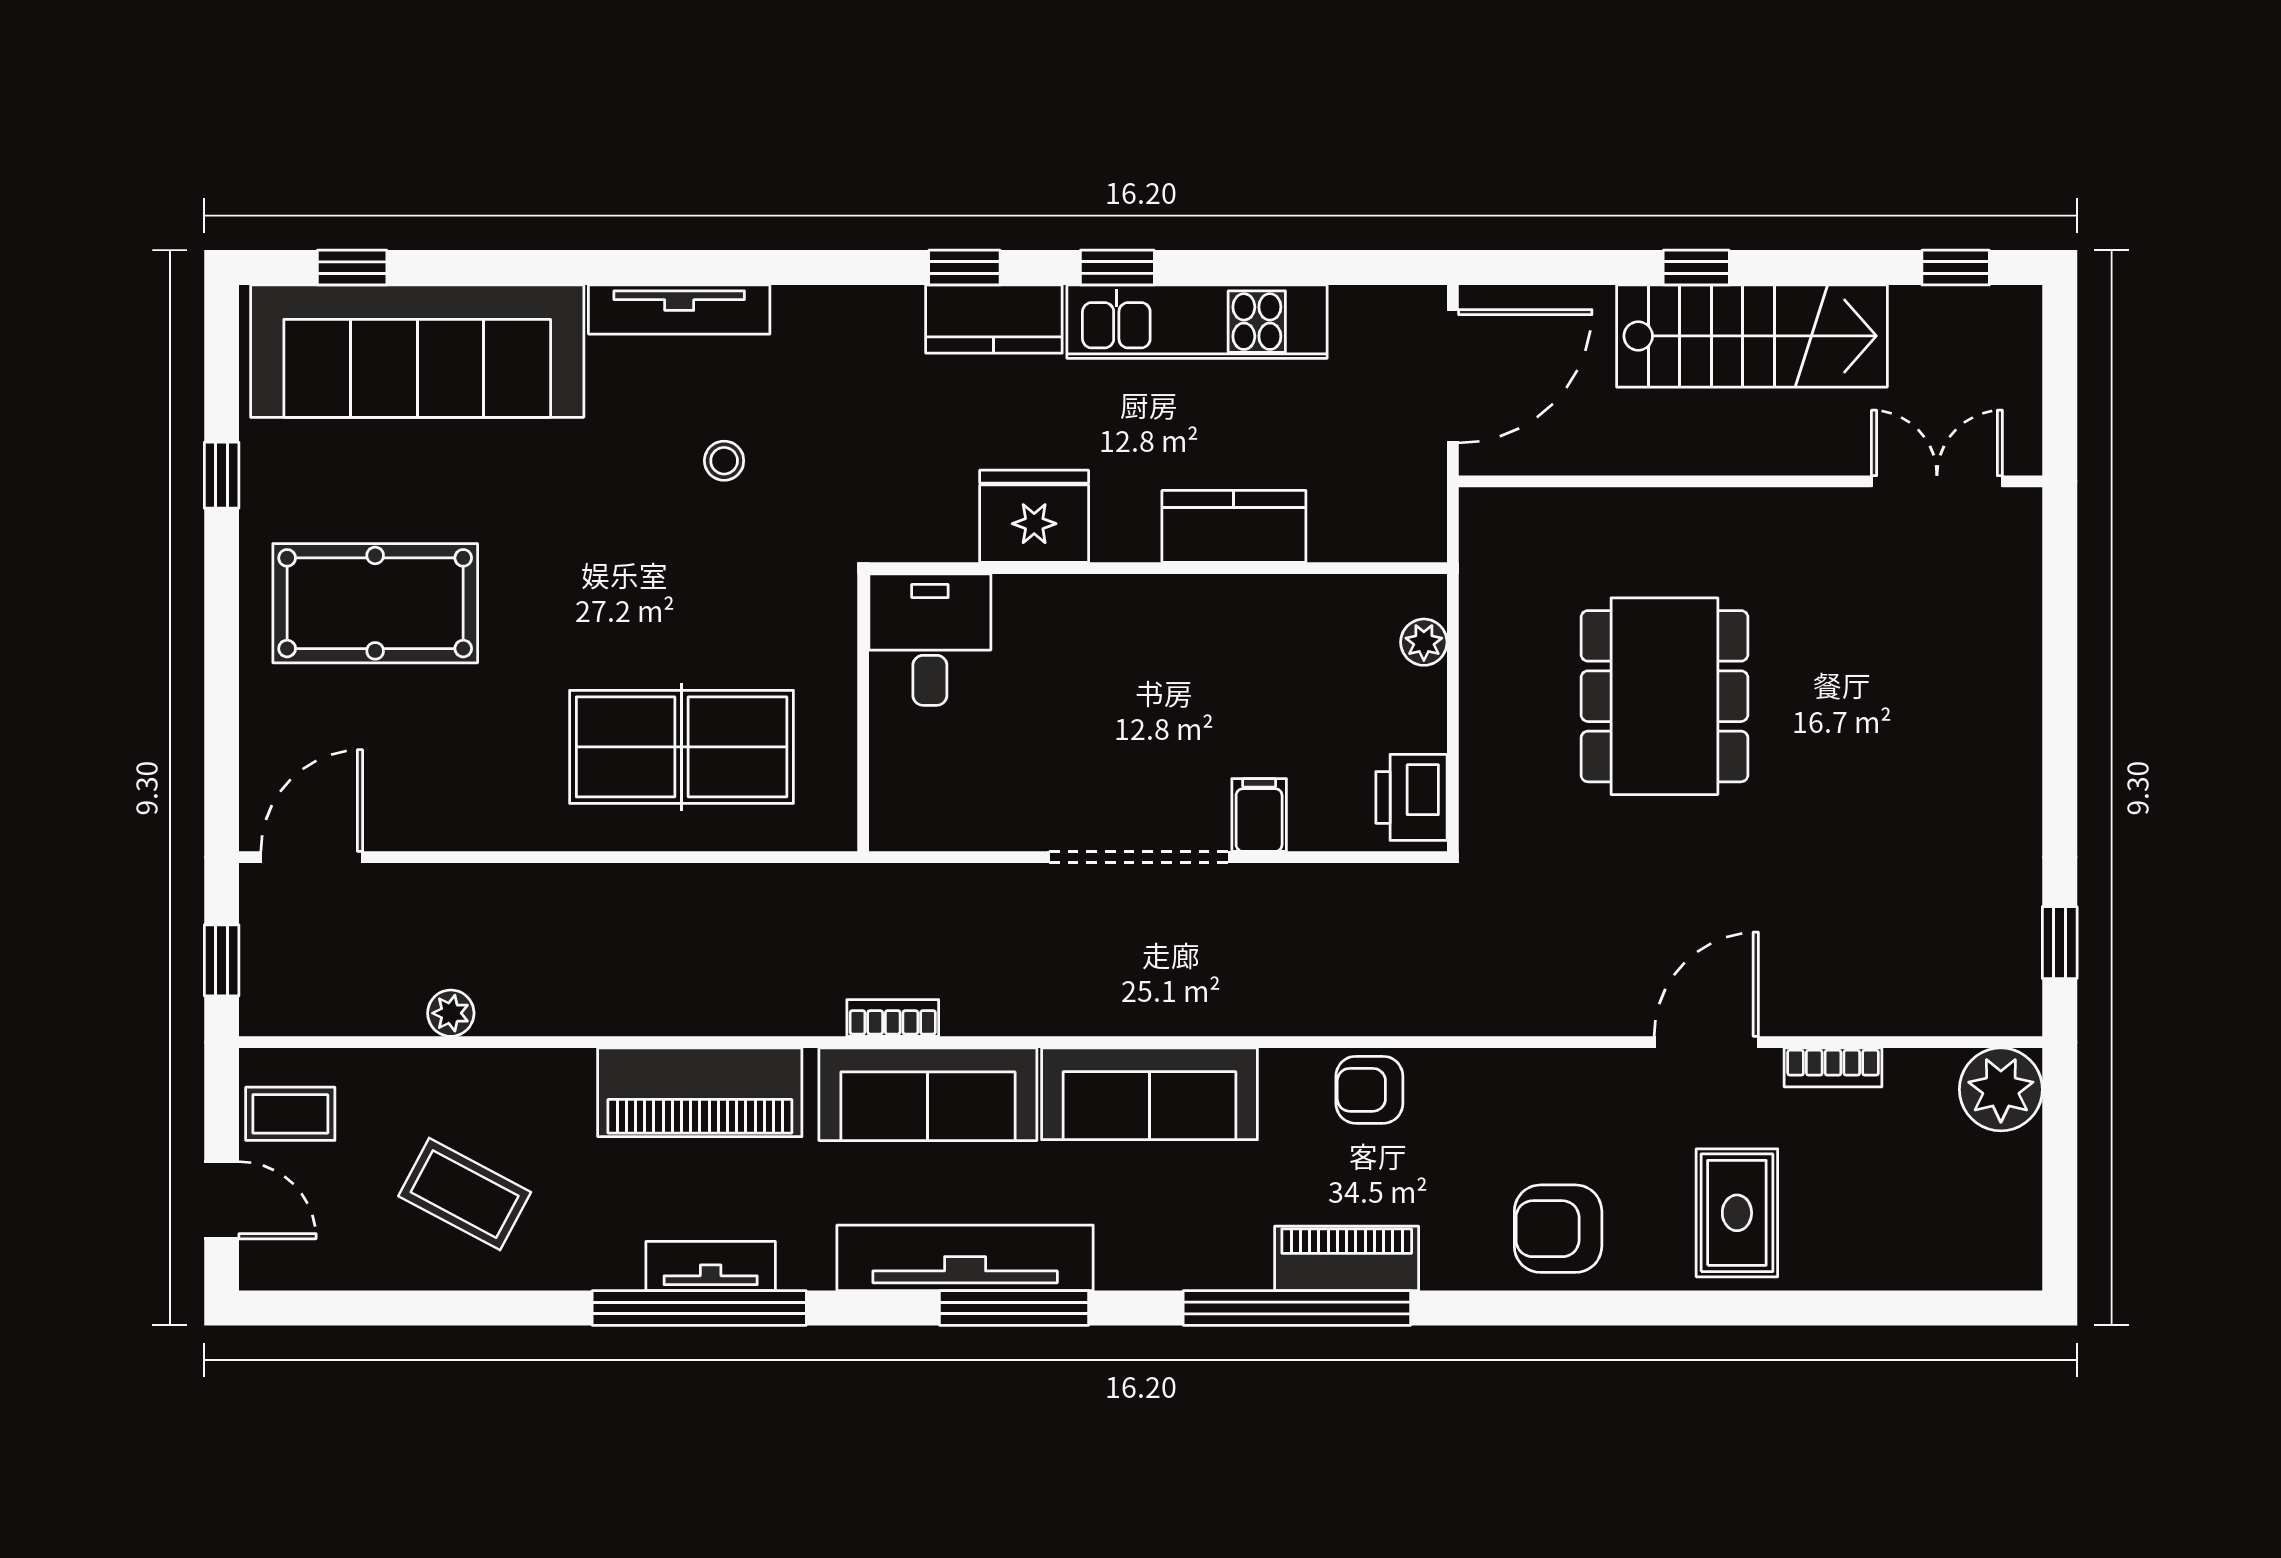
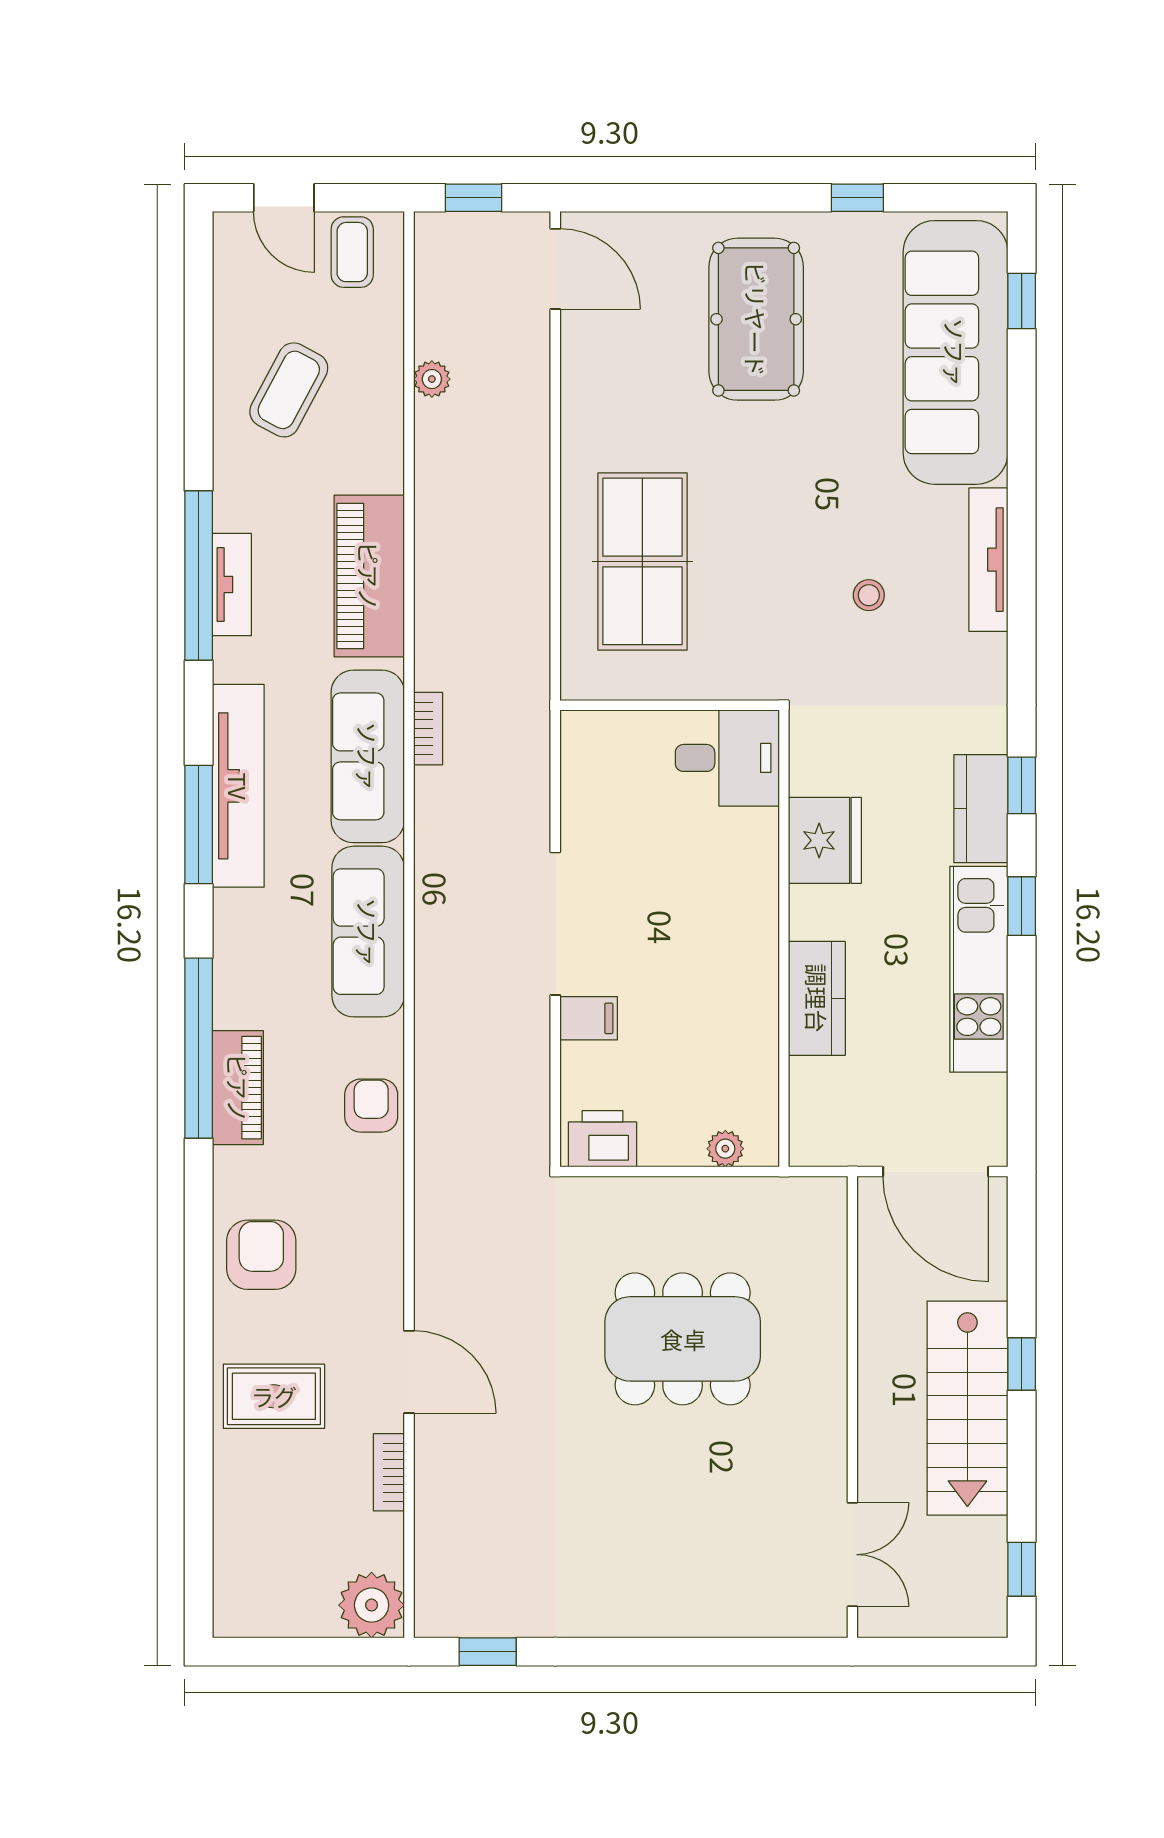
door: (222, 1200) -> (284, 198), hinge flipped

